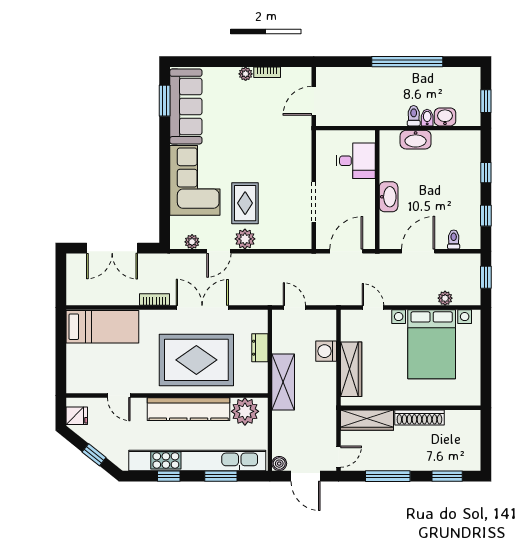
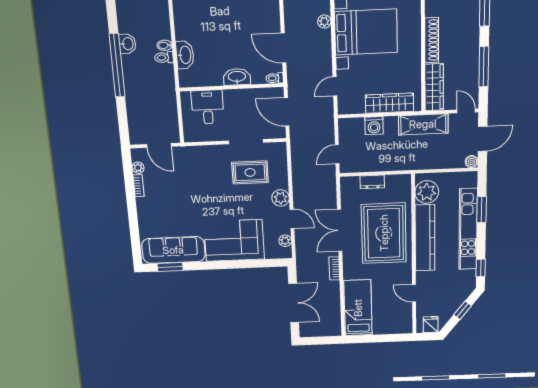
plant: (246, 74) -> (138, 168), moved
washbasin: (445, 117) -> (127, 44), moved, turned 180
rug: (245, 203) -> (250, 172), moved
toilet: (454, 240) -> (275, 78), moved
shelving: (283, 382) -> (423, 124), moved
door: (119, 396) -> (414, 293), swing flipped
kitchen unit: (197, 460) -> (468, 229), width x0.73
window: (169, 476) -> (481, 268), moved

